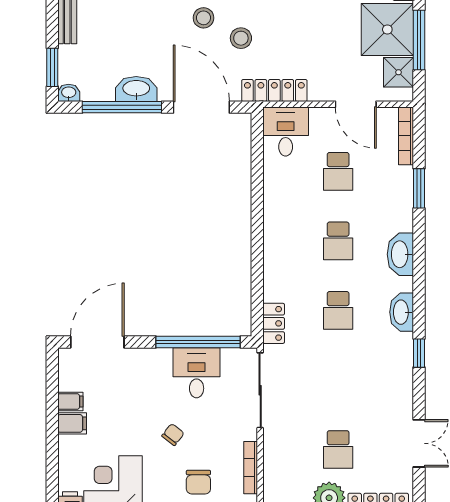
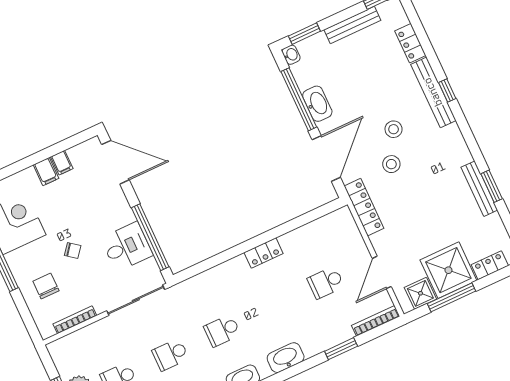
desk: (286, 132) -> (337, 230), removed
school desk: (338, 241) -> (170, 355), moved
locker: (274, 323) -> (264, 253), moved
chair: (198, 482) -> (46, 286), turned 90

